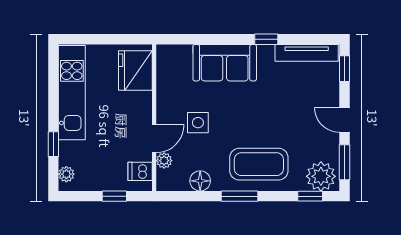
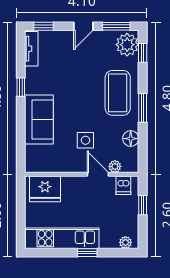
tv unit: (307, 53) -> (31, 49), width x0.71
window: (53, 144) -> (87, 253), moved

